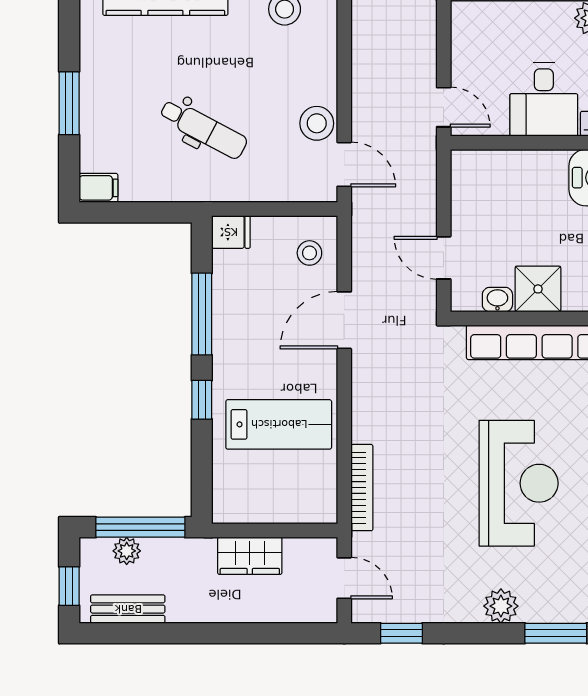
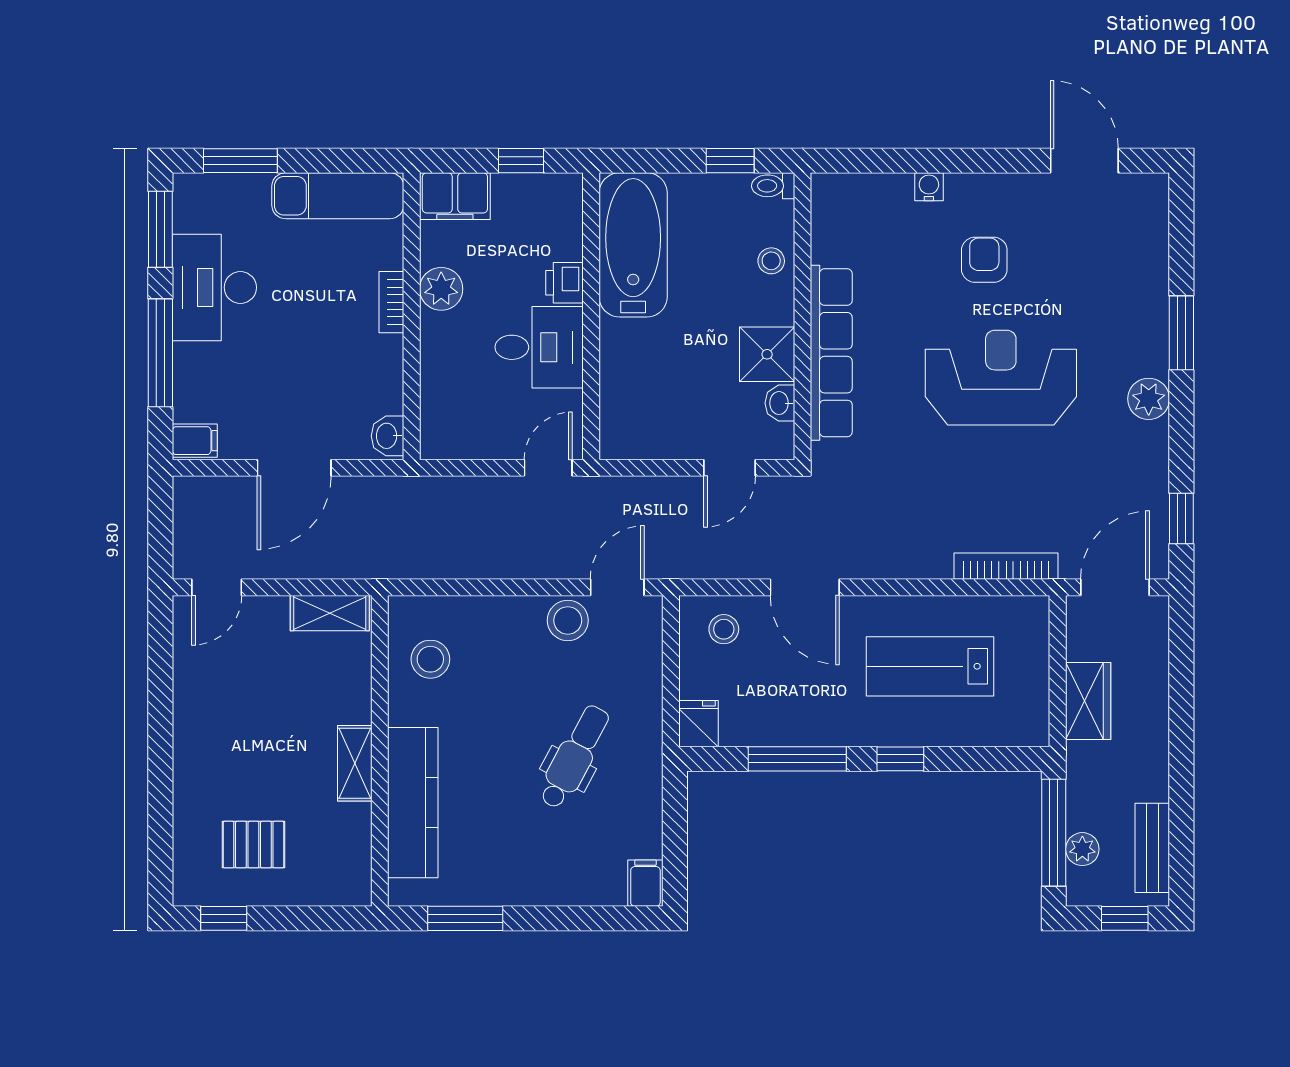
window: (69, 103) -> (465, 918), moved
lab bench: (279, 424) -> (930, 666), turned -90
door: (344, 578) -> (1115, 587), width x1.38

